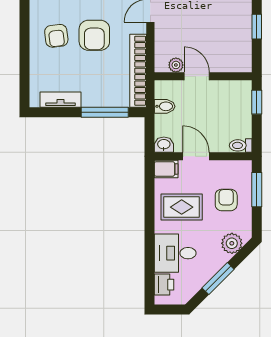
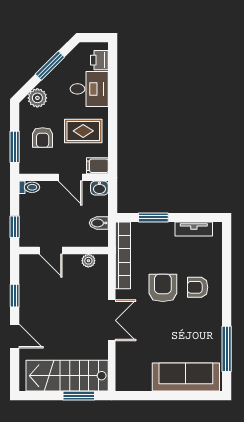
armchair: (56, 36) -> (198, 287), turned -83
door: (197, 76) -> (51, 250), moved
window: (105, 112) -> (153, 217), width x0.69

